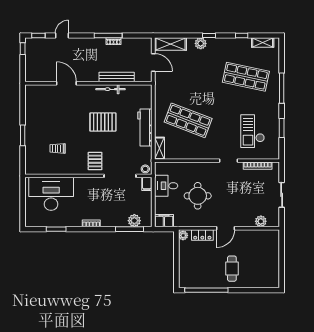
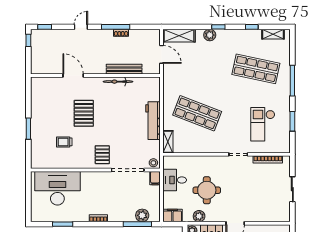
door: (62, 35) -> (81, 27), moved
pallet: (103, 122) -> (84, 113), moved, turned 90
plant: (261, 221) -> (199, 216), moved

